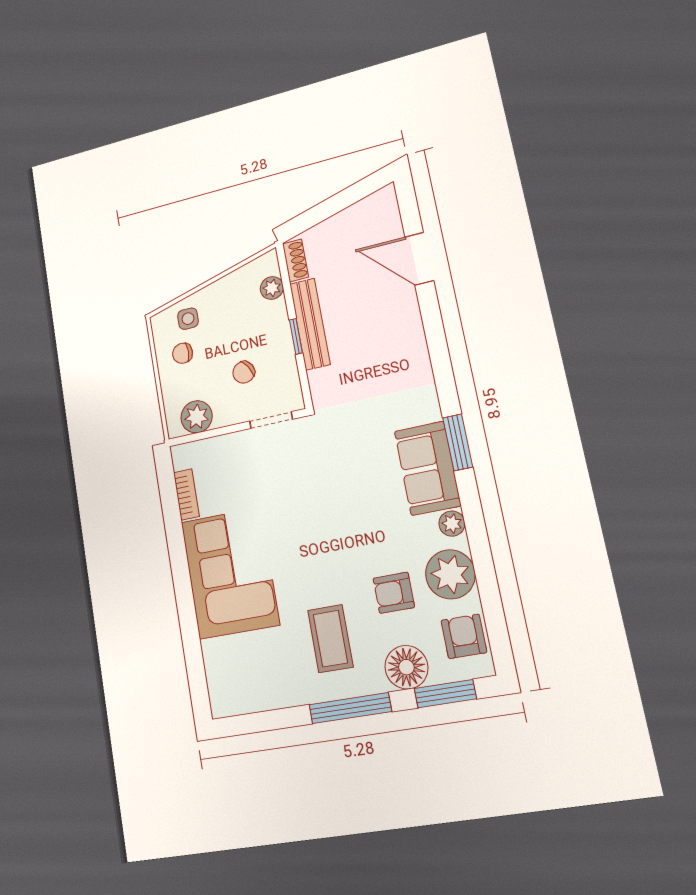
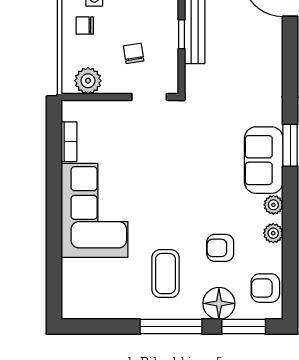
chair: (244, 372) -> (134, 53), turned 112
plant: (450, 574) -> (273, 233), width x0.53, depth x0.53
armchair: (464, 636) -> (265, 288), turned -90

